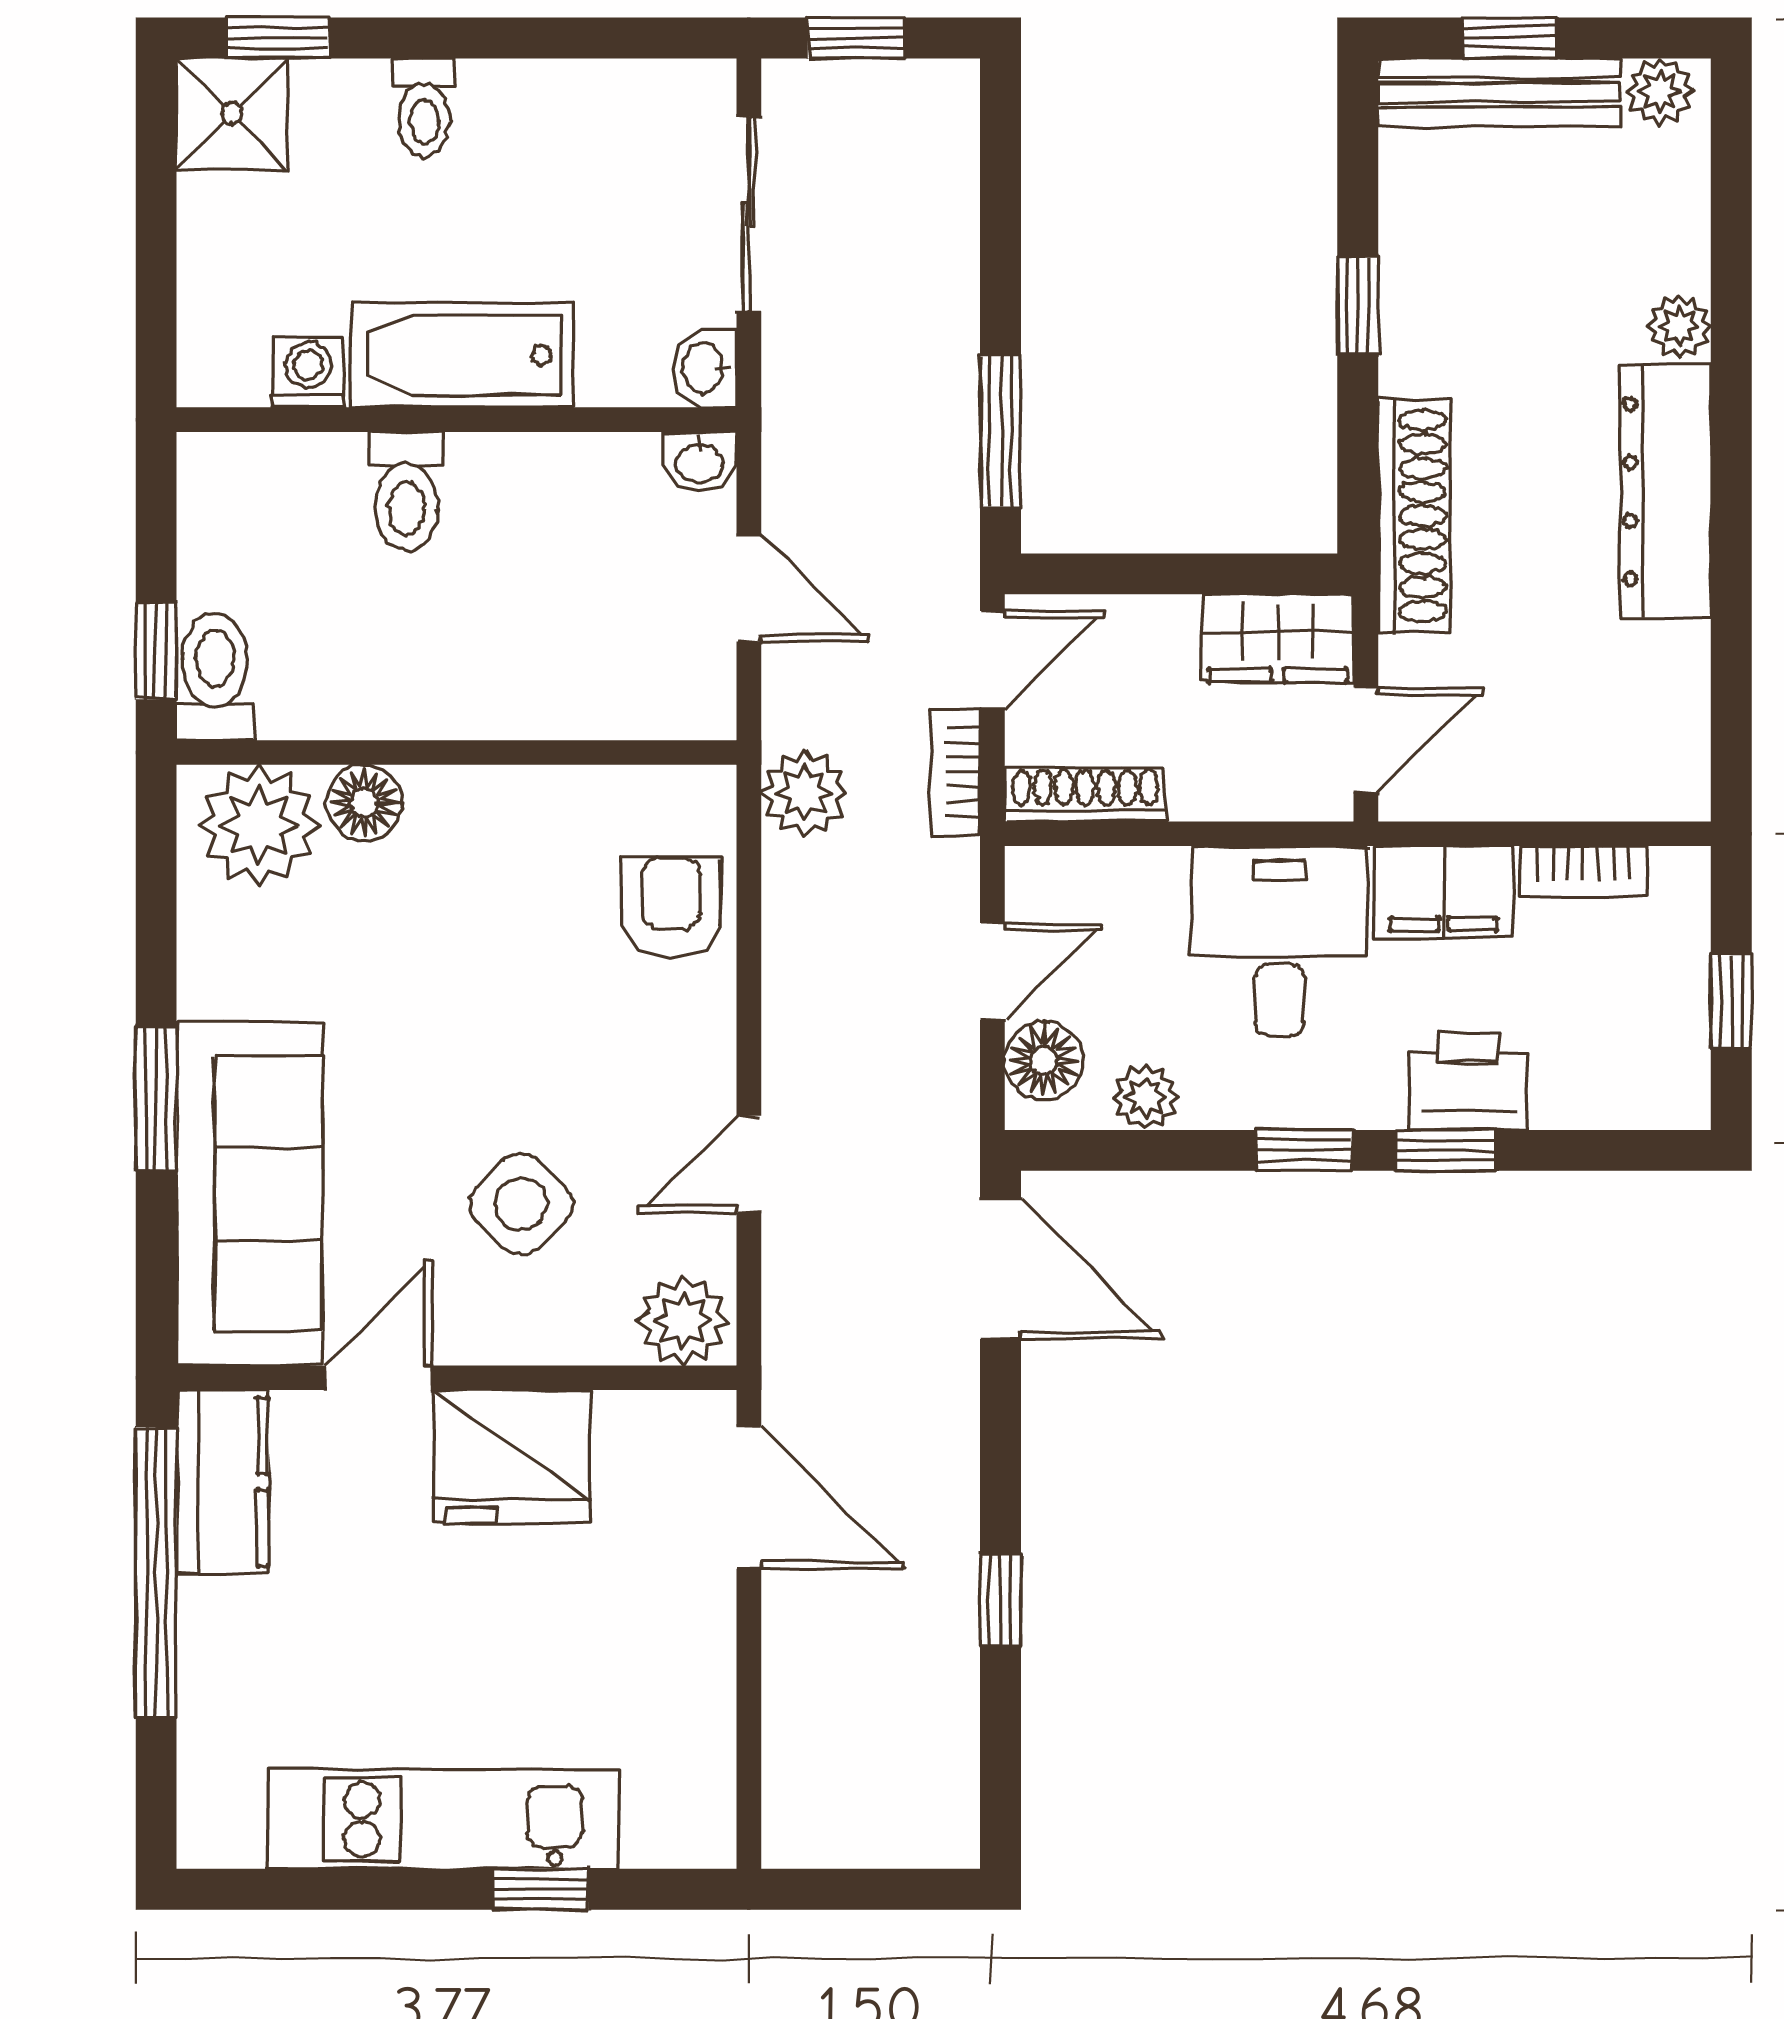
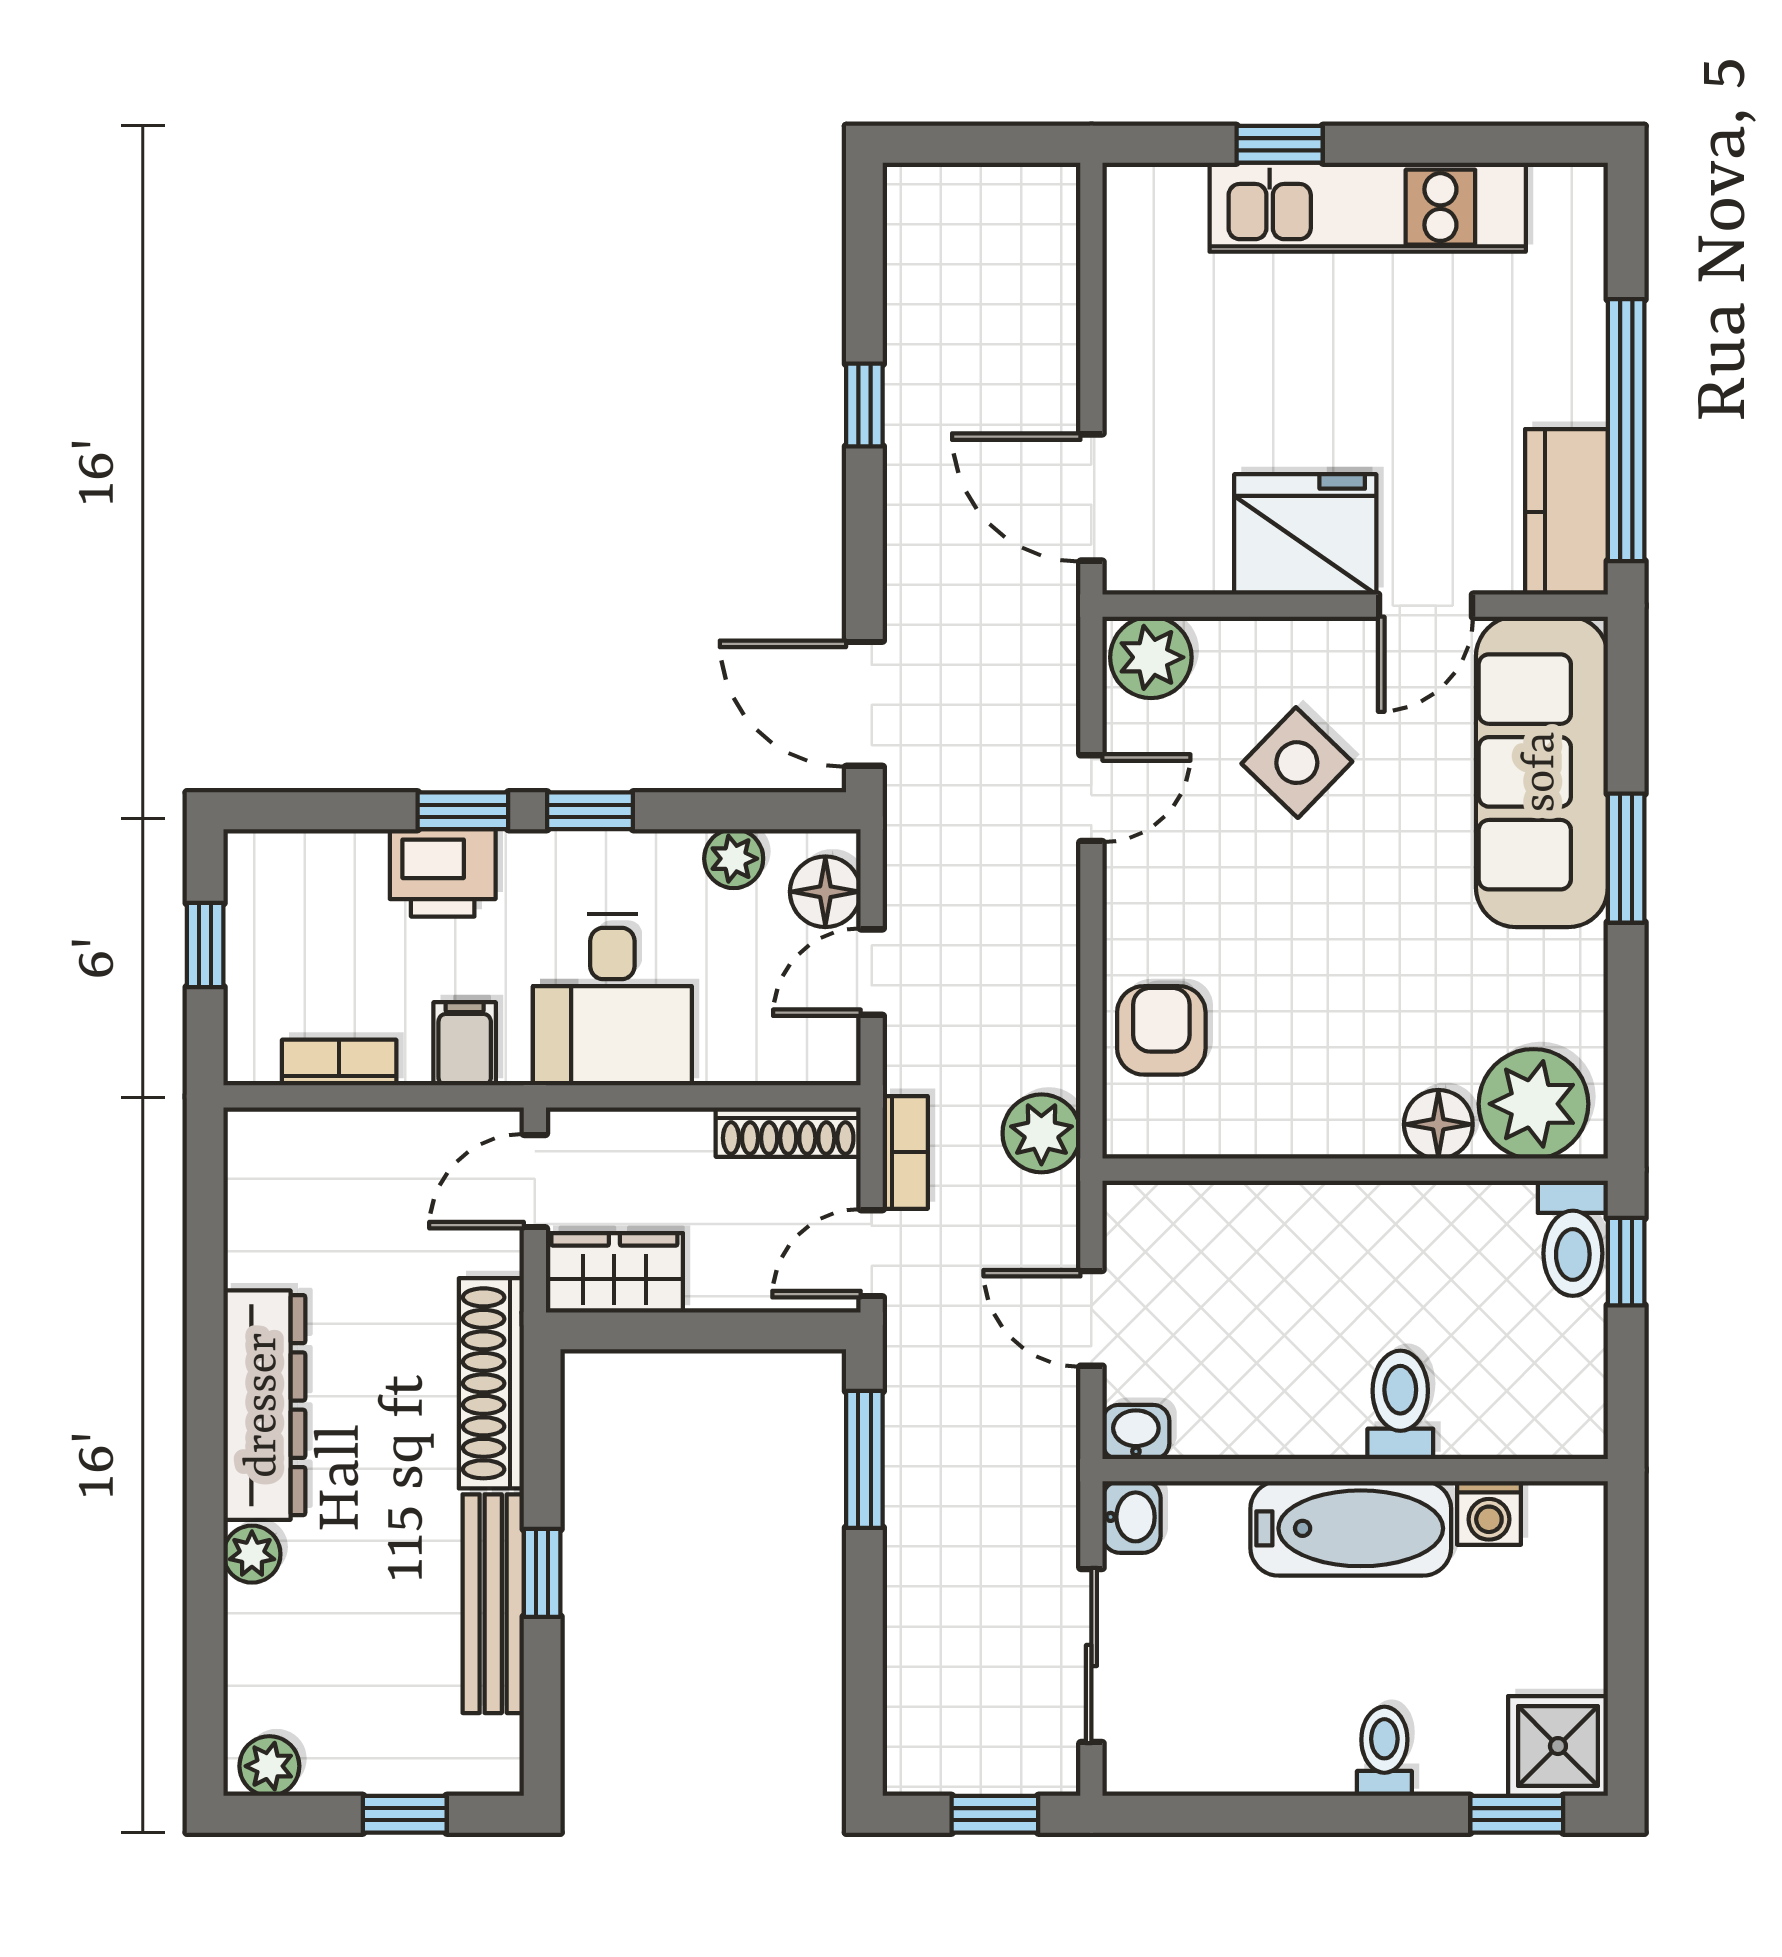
bench: (1499, 92) -> (493, 1604), moved, turned 90
filing cabinet: (1444, 892) -> (465, 1044), width x0.50
armchair: (671, 907) -> (1161, 1030), turned 180

